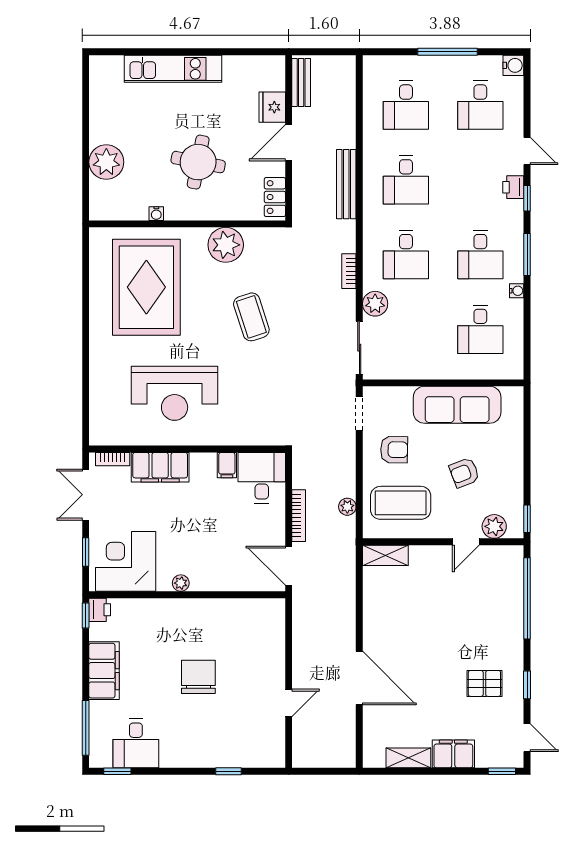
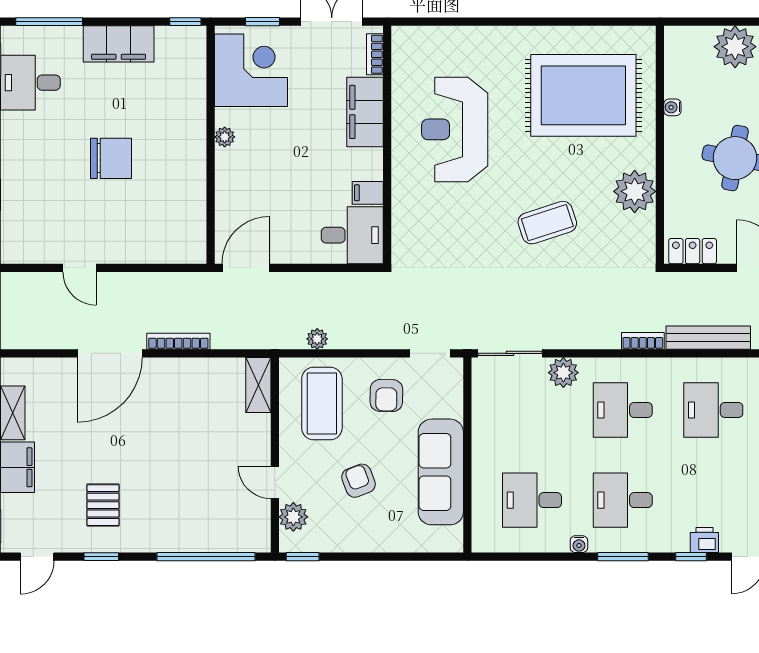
bookcase: (349, 271) -> (643, 341), moved
bookcase: (299, 516) -> (178, 341), moved, turned 180
printer: (100, 610) -> (192, 39), removed

